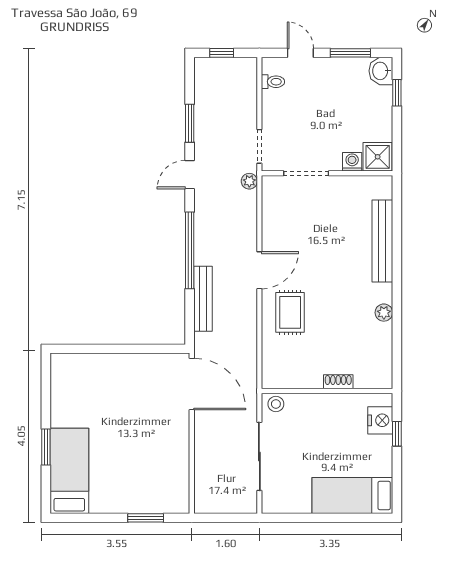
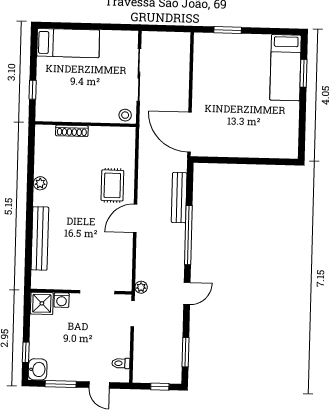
window: (190, 123) -> (185, 352), moved
shoe rack: (338, 382) -> (72, 131), width x1.43
nightstand: (380, 420) -> (45, 100), removed
window: (46, 447) -> (303, 73), moved

